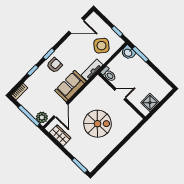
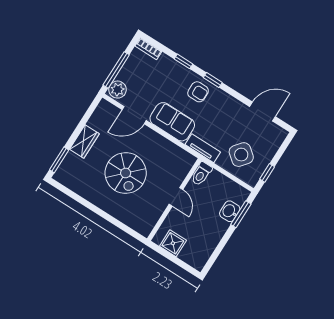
door: (76, 26) -> (263, 112), swing flipped
washbasin: (128, 52) -> (230, 211), moved
wardrobe: (60, 135) -> (84, 141), moved

